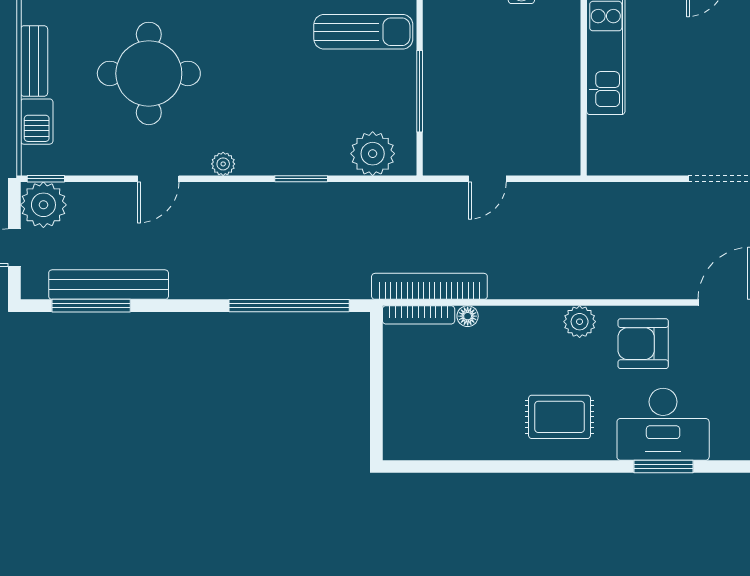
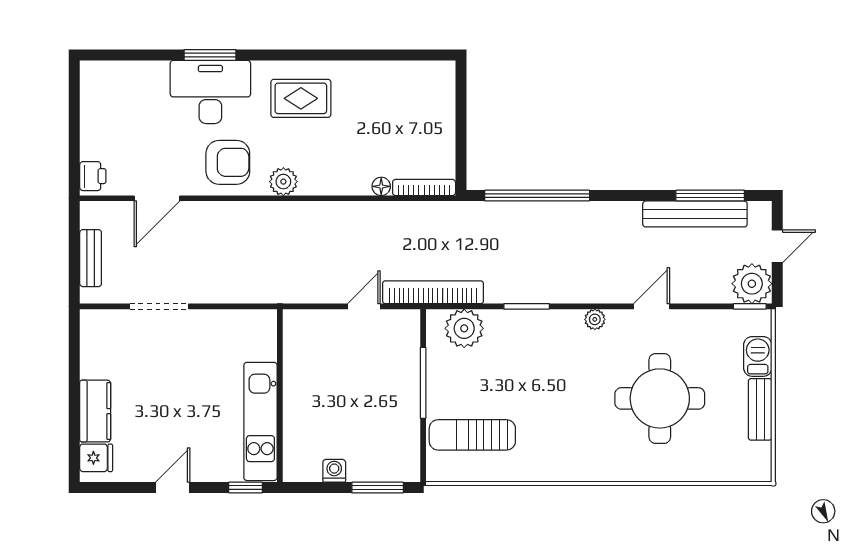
bookcase: (429, 286) -> (433, 292), moved, turned 180

